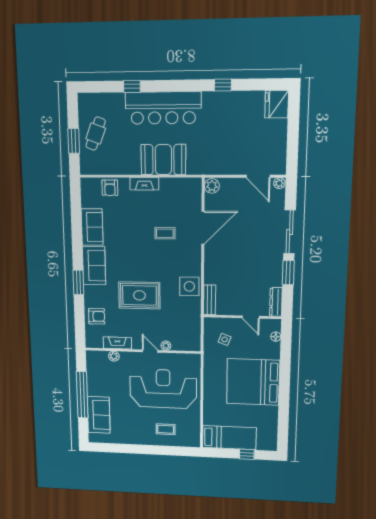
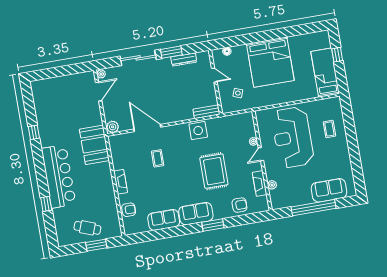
fridge: (277, 104) -> (41, 88), removed
booth: (163, 160) -> (94, 145), moved
dresser: (276, 302) -> (184, 59), moved
armchair: (97, 316) -> (239, 205), turned 90
door: (251, 317) -> (214, 75), hinge flipped

